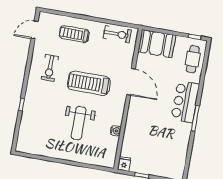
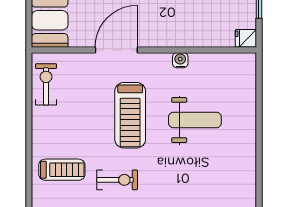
treadmill: (74, 34) -> (62, 170), moved, turned -90
water cooler: (116, 131) -> (180, 60), moved

